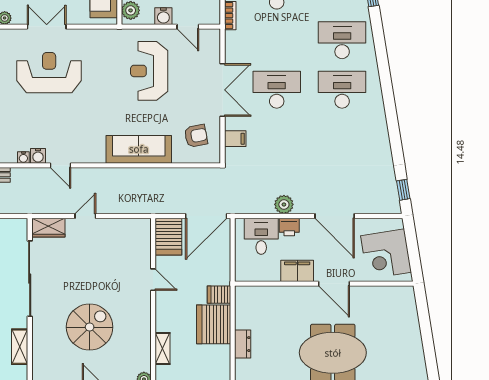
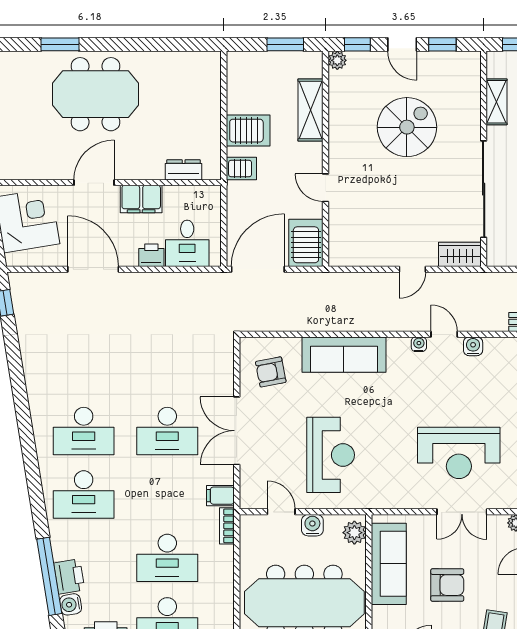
filing cabinet: (235, 139) -> (220, 496), moved
water cooler: (23, 157) -> (419, 344), moved
plant: (284, 204) -> (158, 284), removed
door: (334, 284) -> (94, 183), hinge flipped
server rack: (214, 324) -> (248, 131), width x0.62
spiral stairs: (90, 327) -> (407, 127), turned 180
dresser: (243, 344) -> (184, 170), moved, turned 90
shelving: (163, 348) -> (310, 110), width x1.50, depth x1.33

